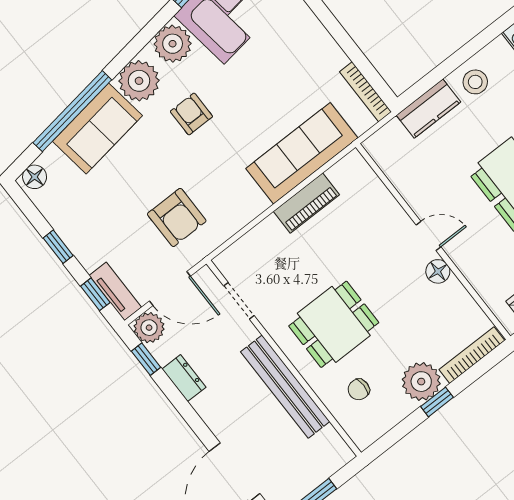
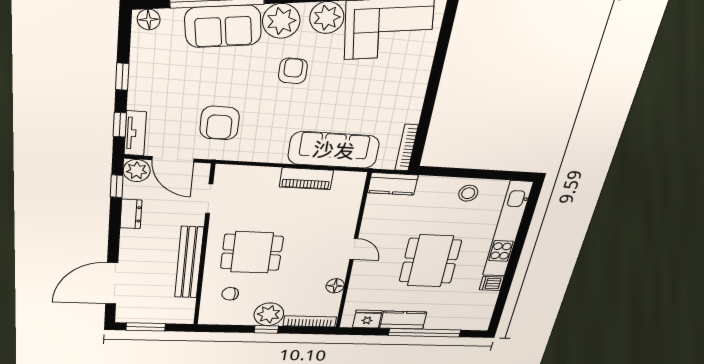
kitchen counter: (429, 109) -> (393, 184), moved
floor lamp: (438, 271) -> (335, 286), moved

